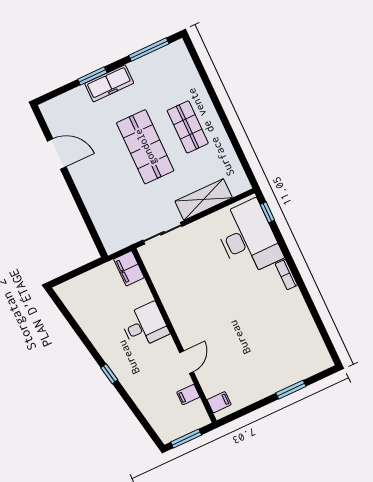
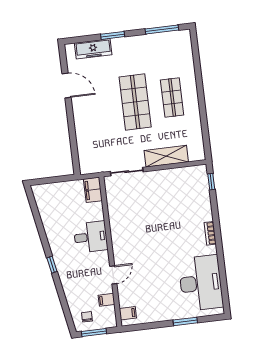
freezer: (109, 83) -> (93, 49), moved
desk: (248, 238) -> (201, 283), moved
chair: (172, 423) -> (87, 317), added

